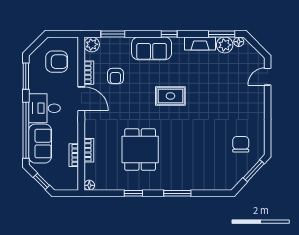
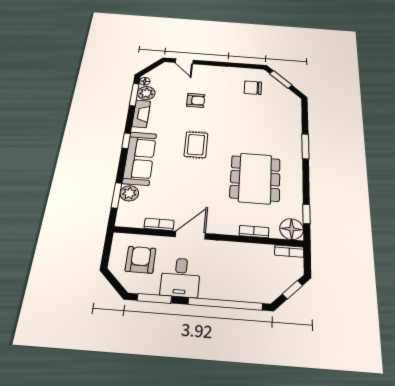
plant: (92, 44) -> (129, 193), moved
sofa: (152, 48) -> (140, 158), width x1.36
armchair: (115, 76) -> (196, 100), moved
desk: (44, 108) -> (180, 277), moved
sofa: (40, 144) -> (243, 288), removed
dining table: (140, 150) -> (255, 178), width x1.38
bookcase: (74, 155) -> (289, 251), moved
floor lamp: (89, 185) -> (292, 229), width x1.89, depth x1.89
window: (133, 193) -> (306, 214), moved

